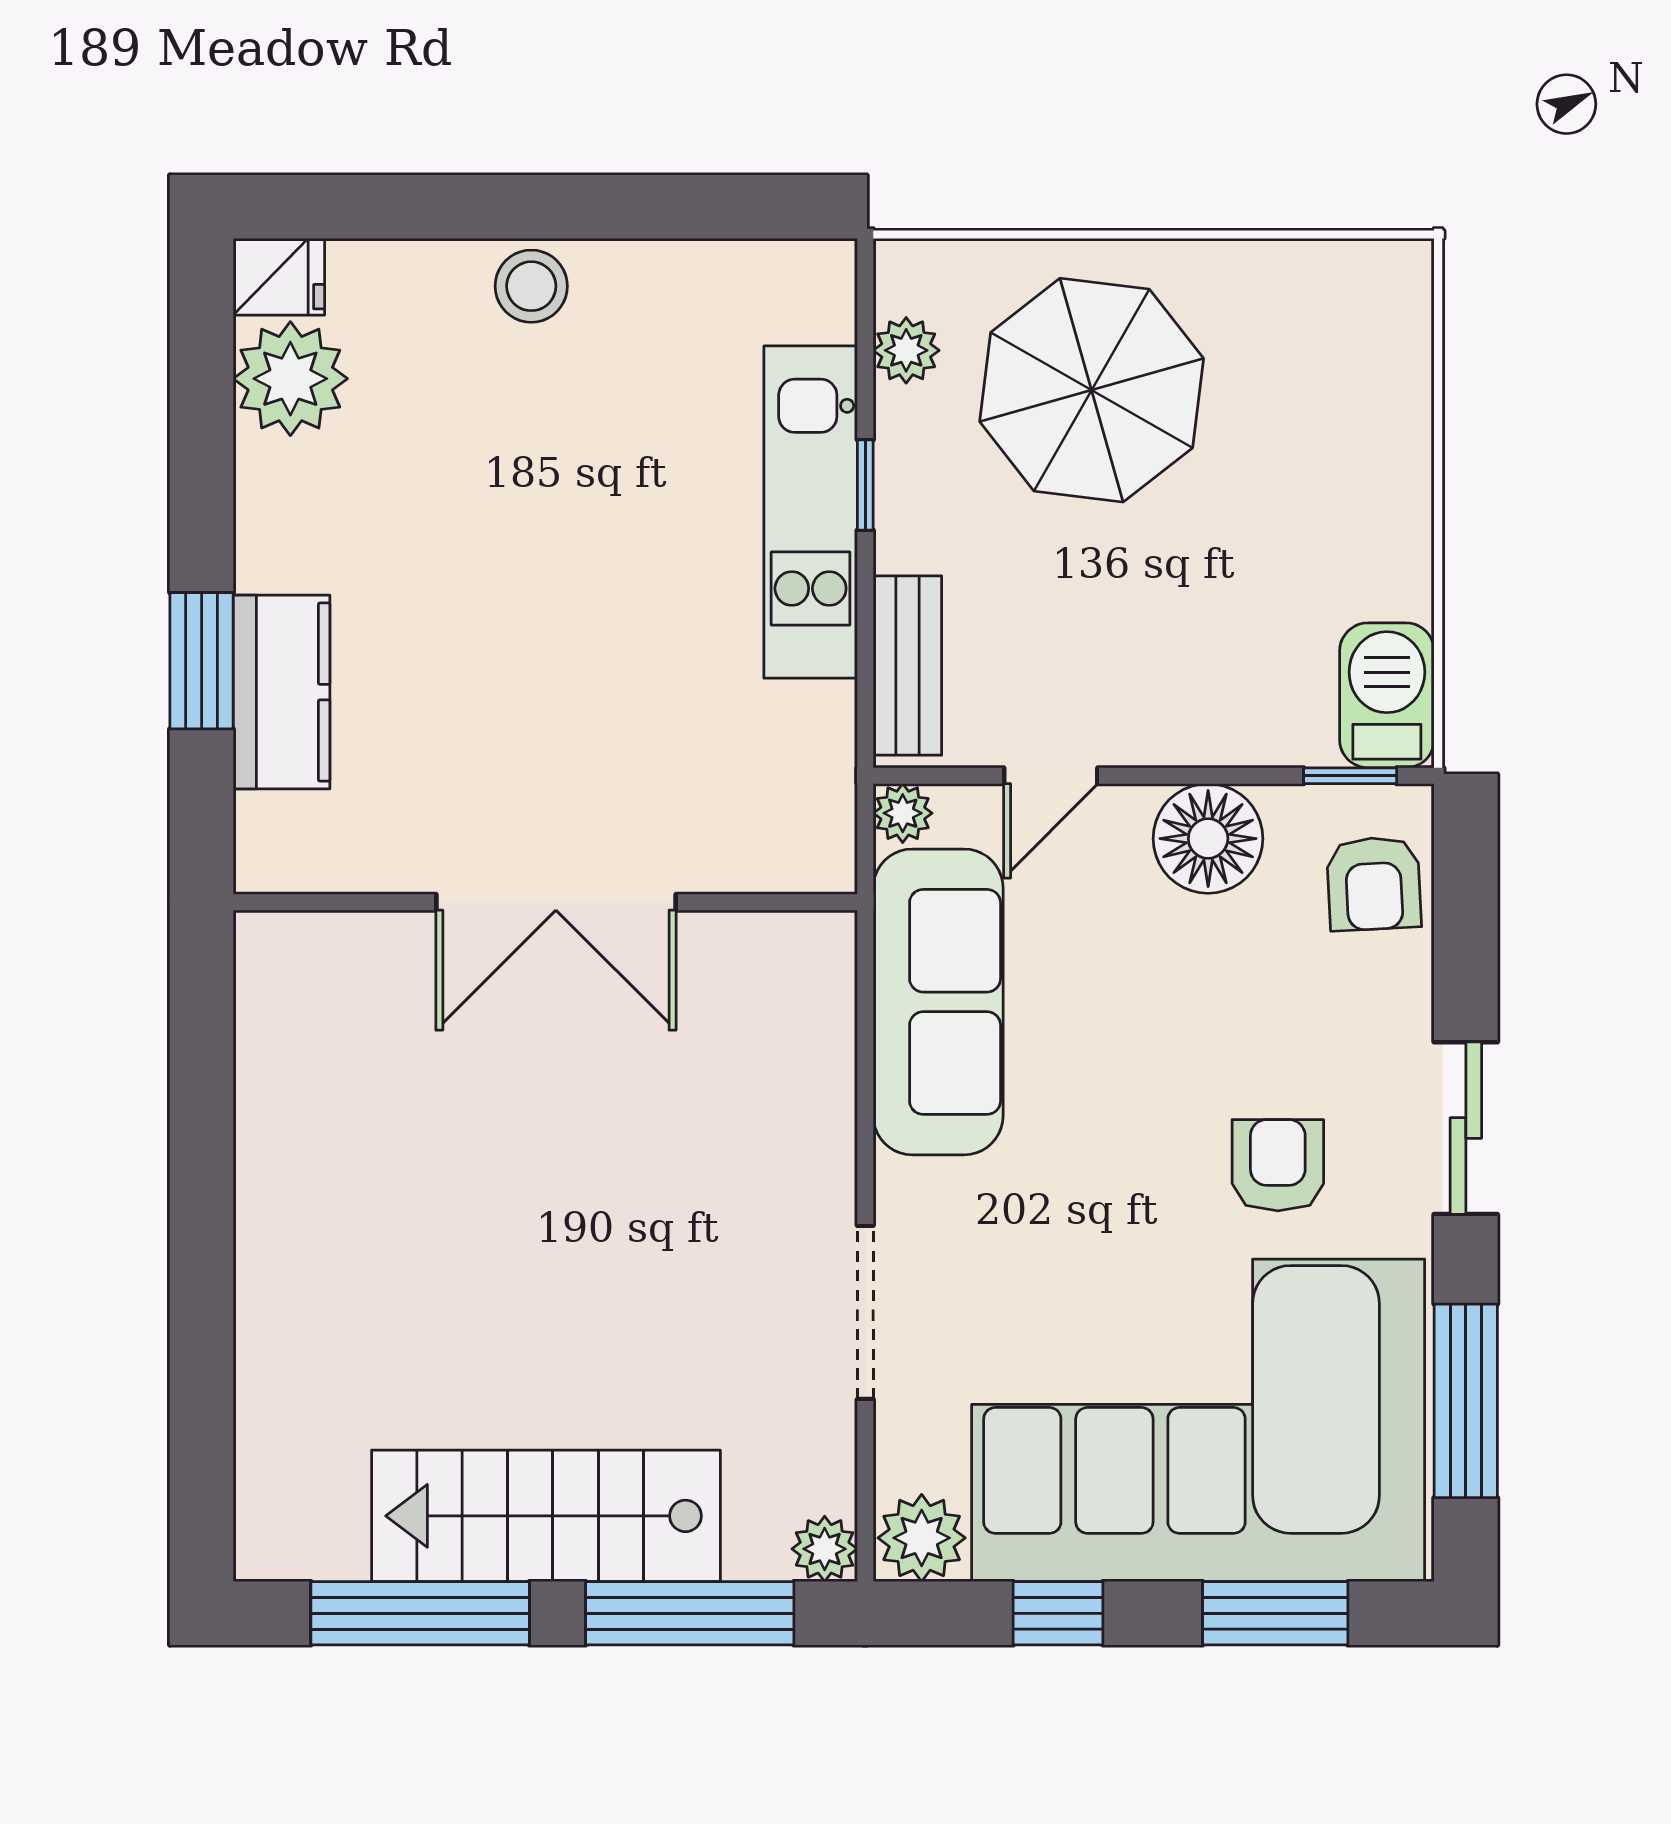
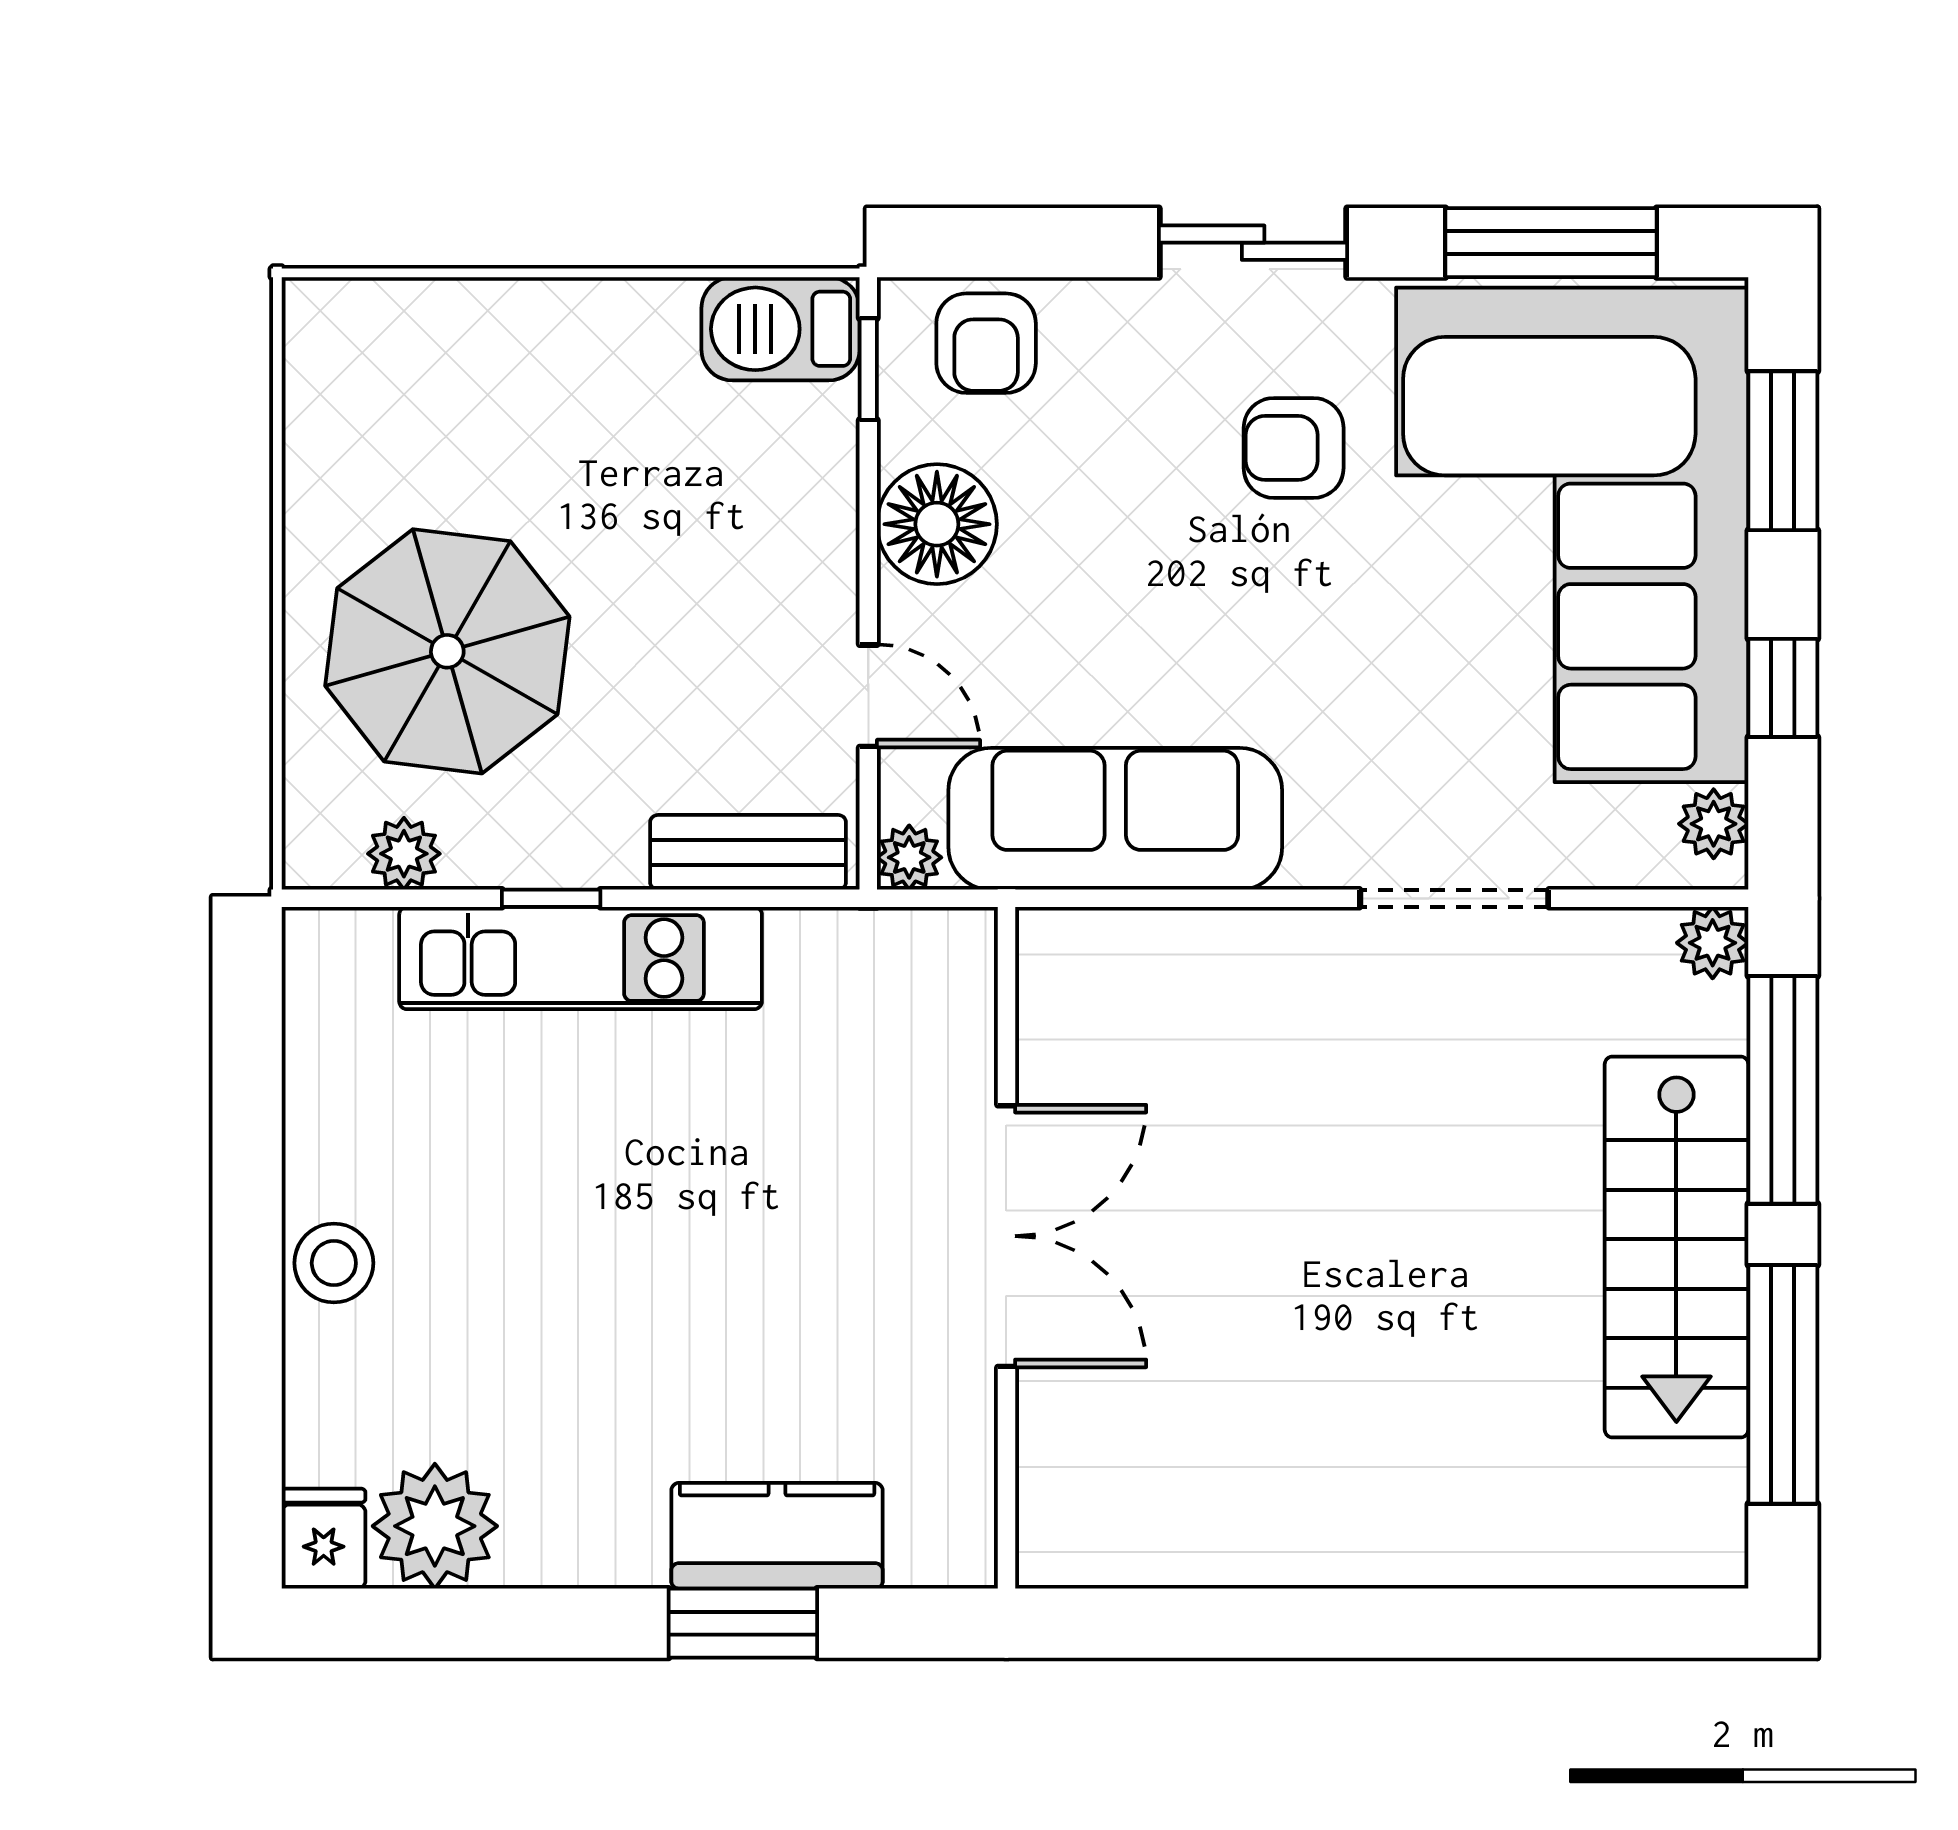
armchair: (1374, 884) -> (986, 343), turned 93
plant: (922, 1538) -> (1714, 824), width x0.73, depth x0.73

